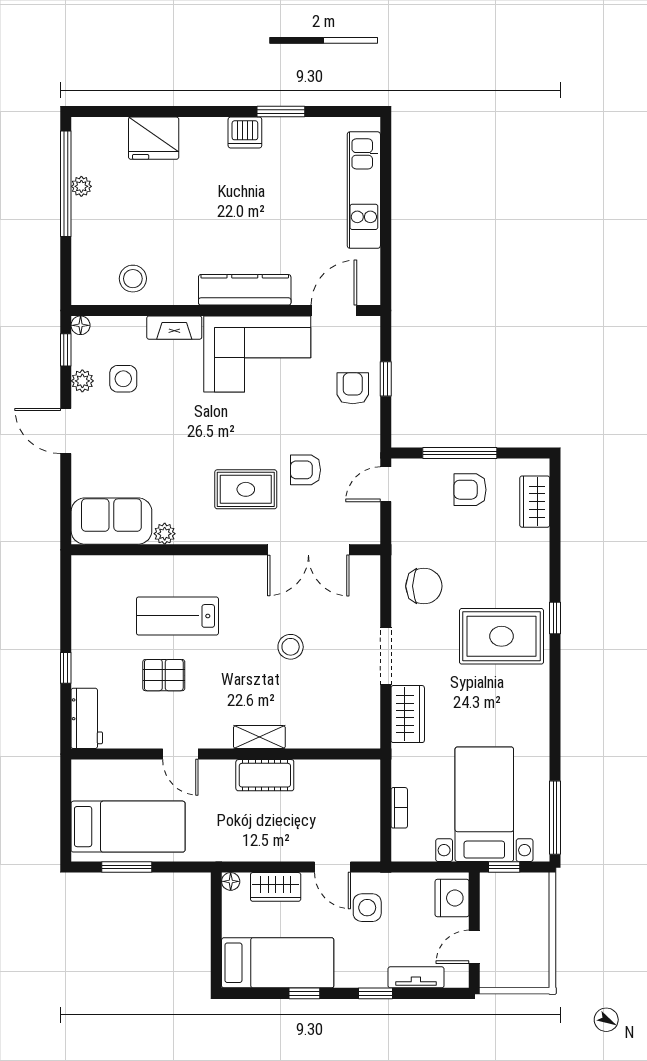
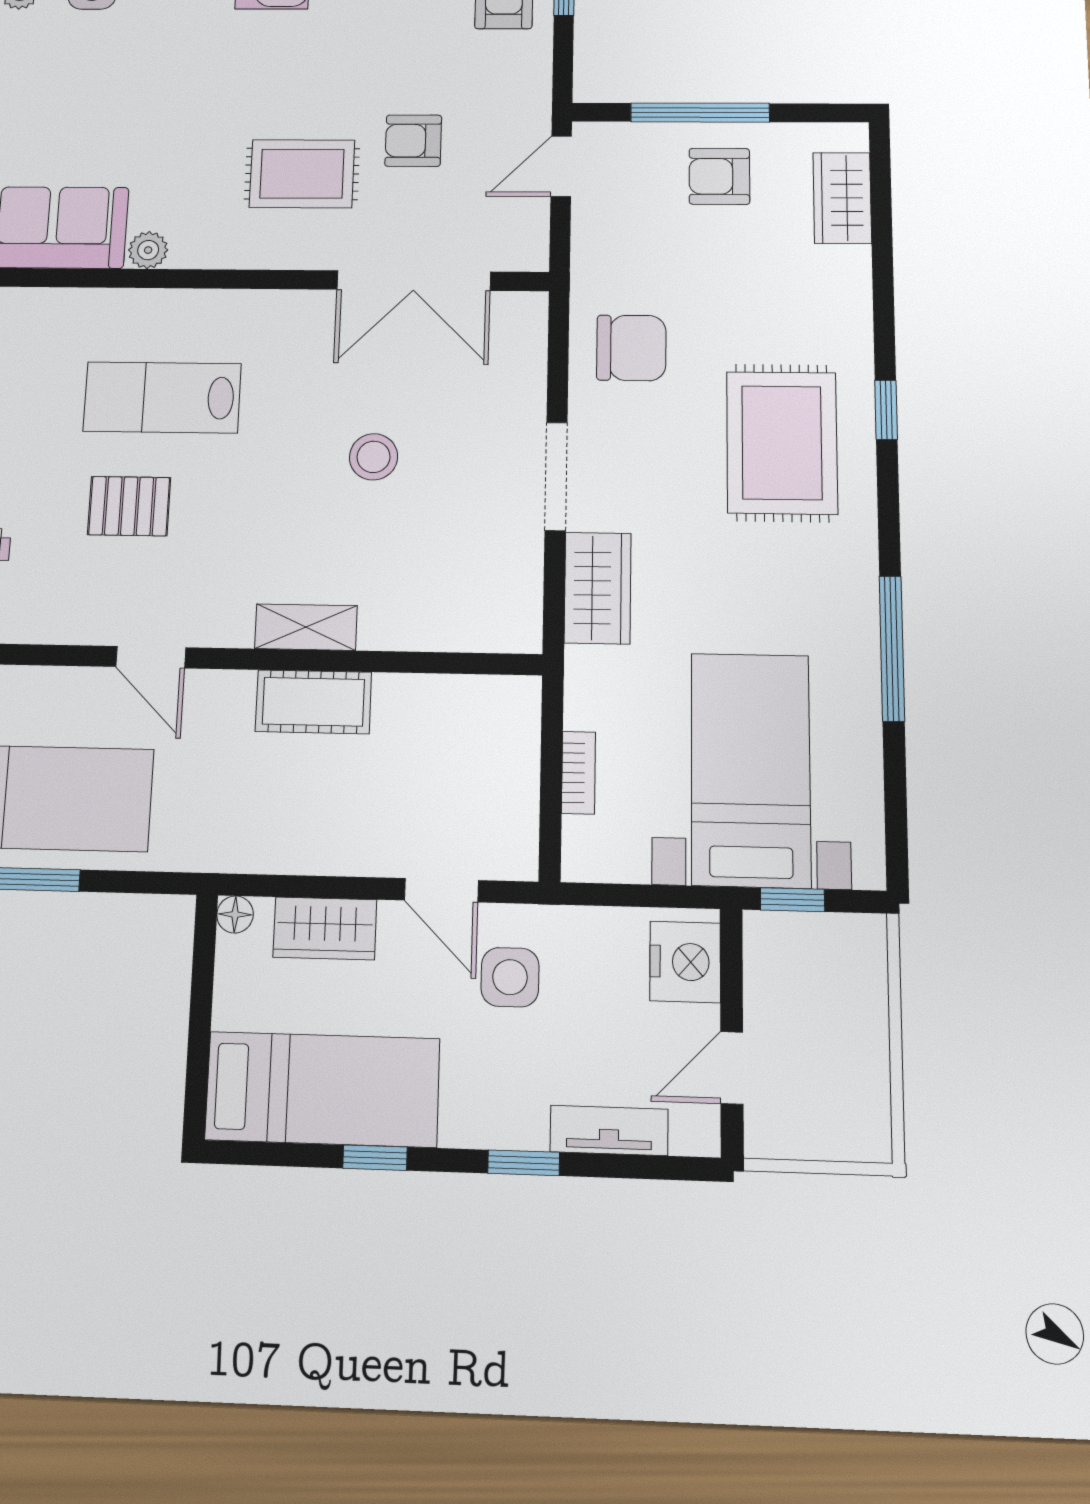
rug: (502, 636) -> (782, 443), turned 90
window: (555, 818) -> (892, 648), moved

